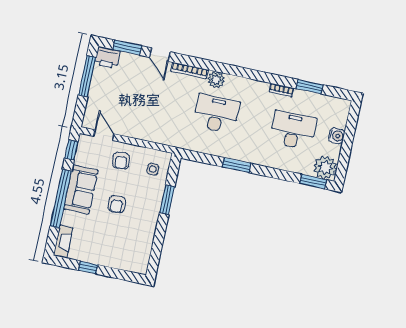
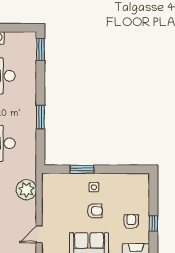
armchair: (121, 161) -> (131, 222), moved, turned -82
plant: (325, 168) -> (26, 190), moved
side table: (153, 169) -> (94, 187), moved

